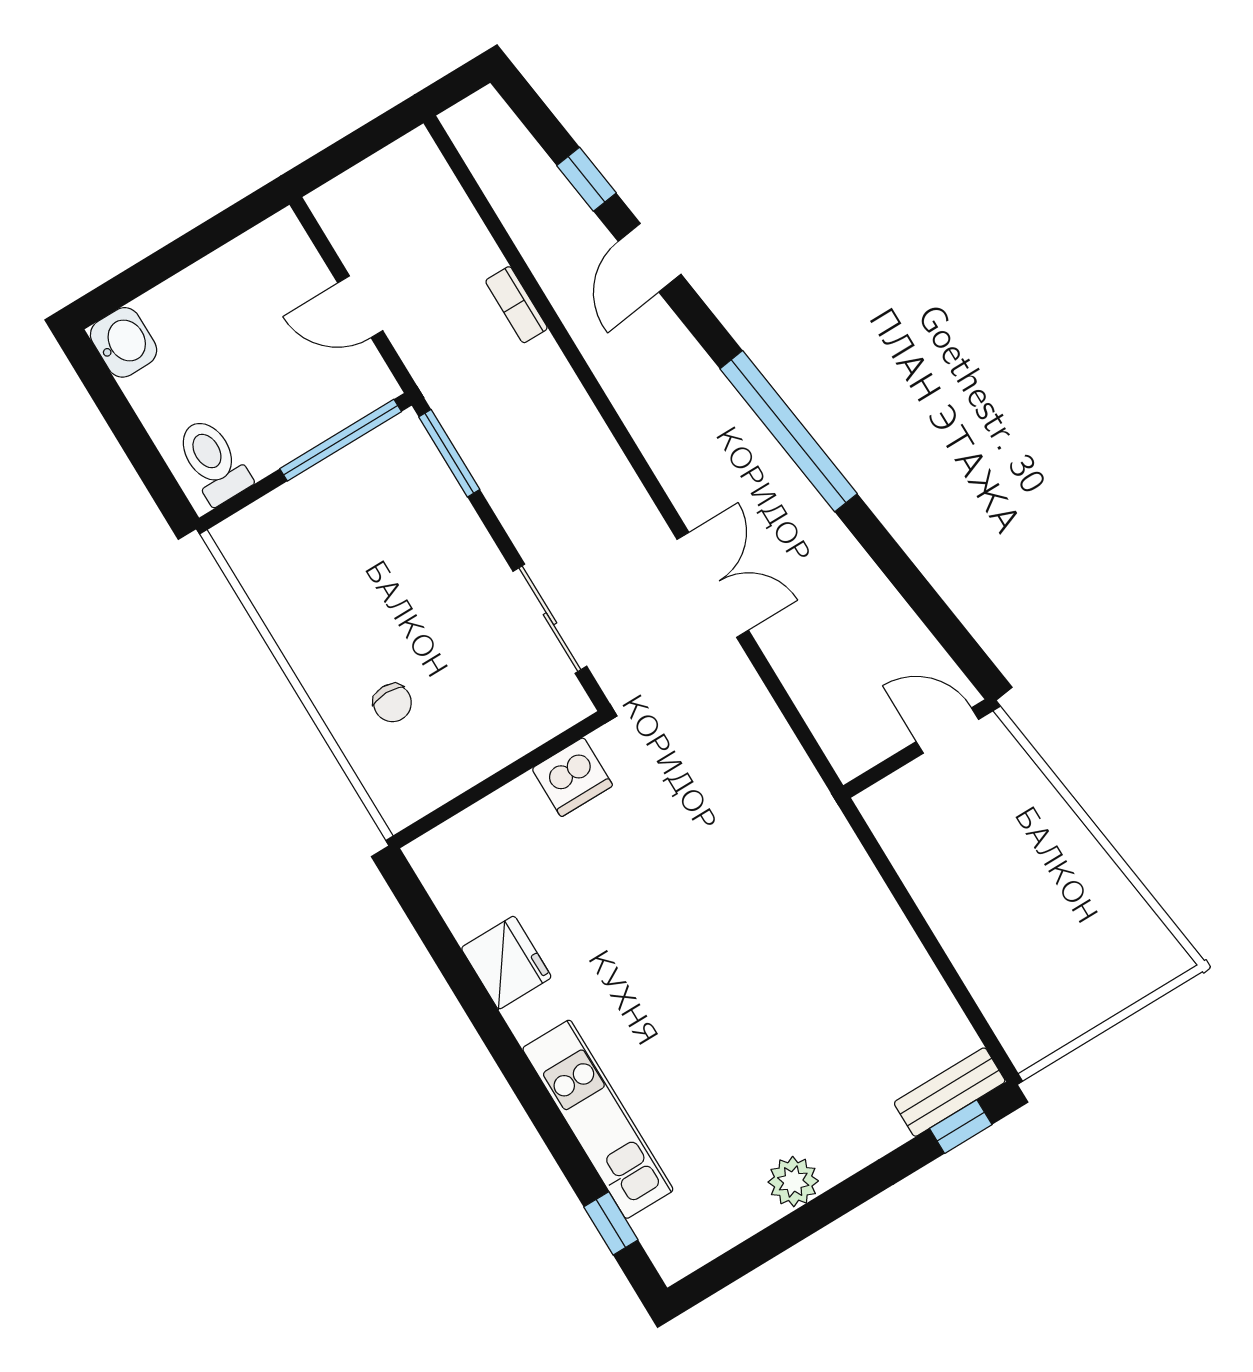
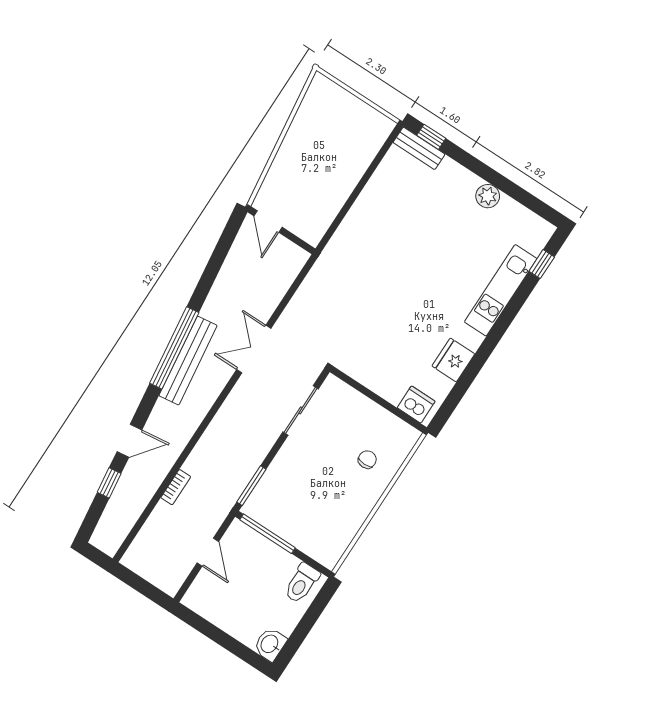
bench: (751, 446) -> (188, 361), added
dishwasher: (572, 777) -> (416, 405), moved

